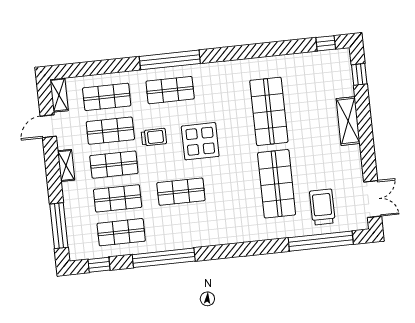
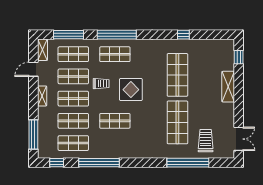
window: (326, 43) -> (183, 35), moved
window: (96, 68) -> (69, 35), added
window: (321, 241) -> (188, 163), moved

